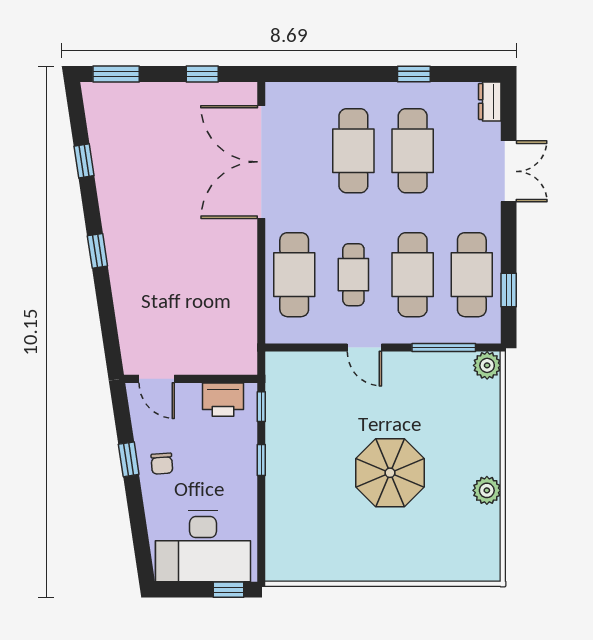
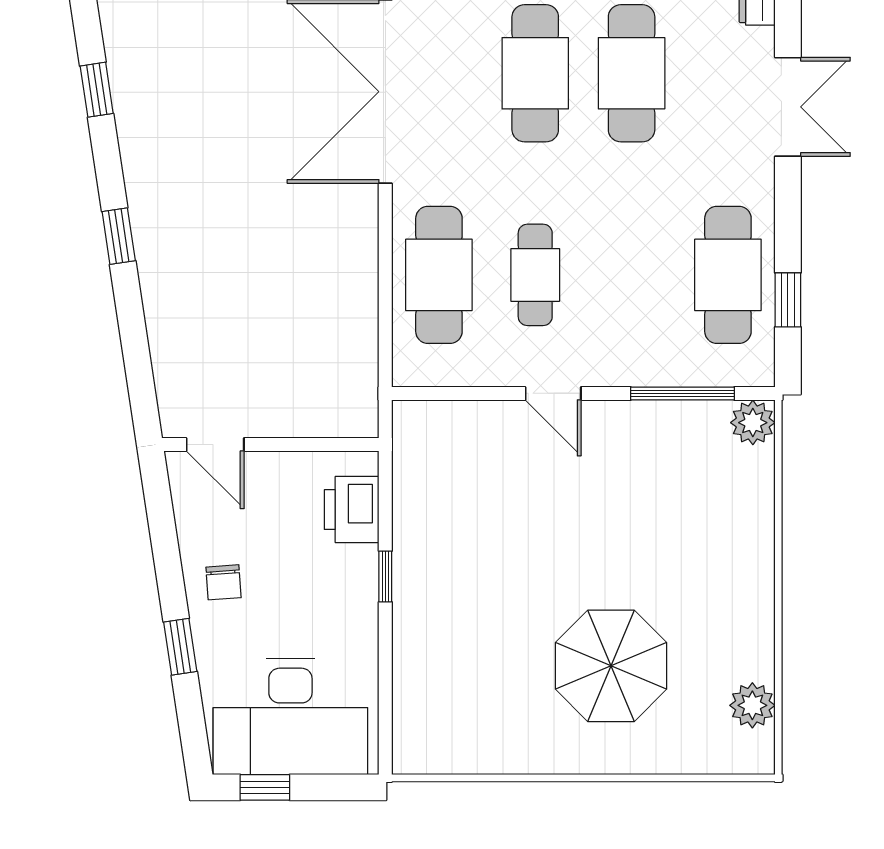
cafe table: (413, 275) -> (632, 275), removed
printer: (223, 400) -> (352, 510), moved, turned 90
window: (261, 407) -> (385, 490), removed
window: (129, 459) -> (180, 647), moved
parasol: (390, 473) -> (611, 666), moved
plant: (487, 490) -> (752, 705), moved
window: (229, 590) -> (265, 787), moved

